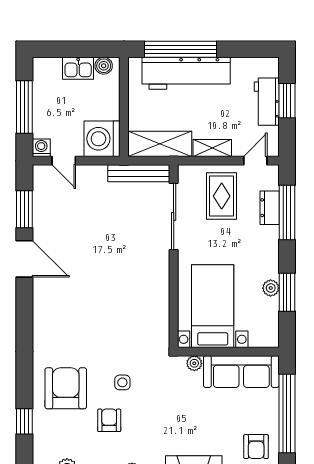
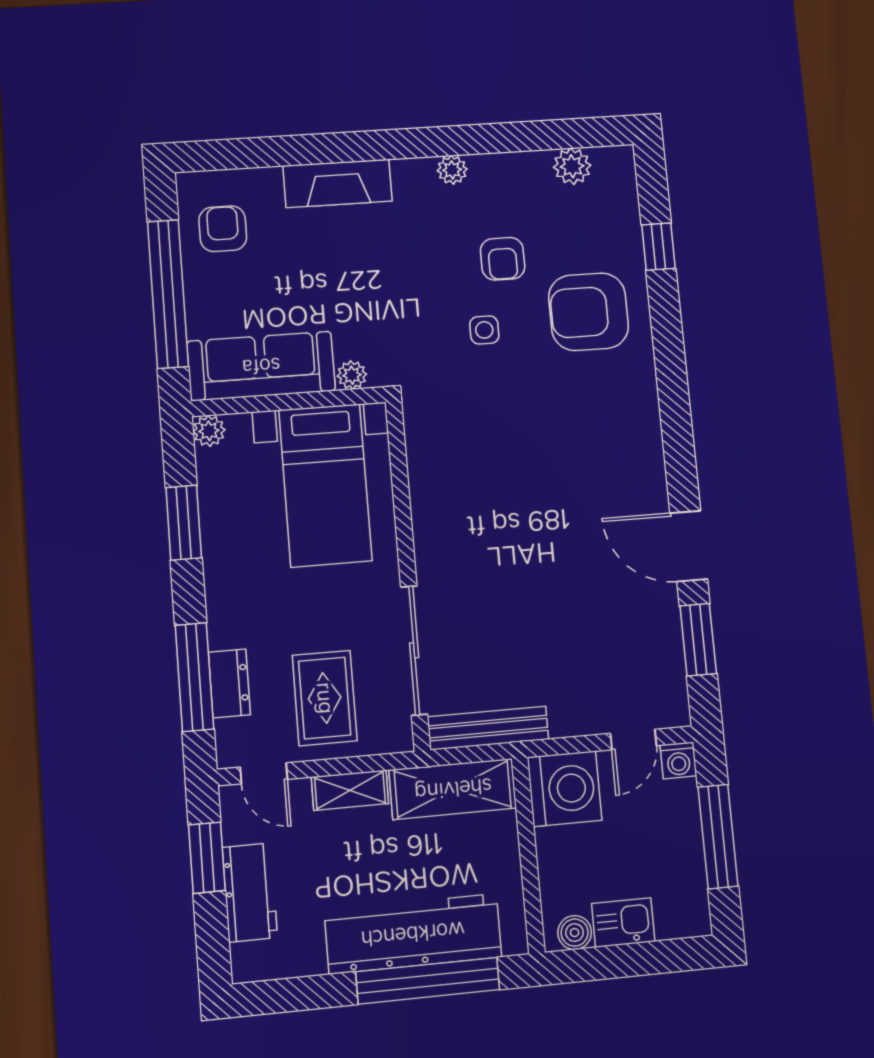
window: (287, 101) -> (207, 858), moved
door: (64, 161) -> (633, 740), swing flipped
door: (255, 161) -> (264, 773), hinge flipped
plant: (271, 288) -> (209, 431), moved
armchair: (66, 388) -> (589, 312), turned 90

